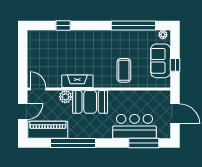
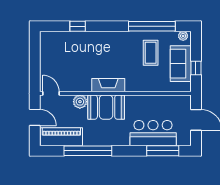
coffee table: (124, 70) -> (151, 53), moved
fireplace: (77, 81) -> (108, 85), moved
door: (23, 112) -> (35, 117), hinge flipped

